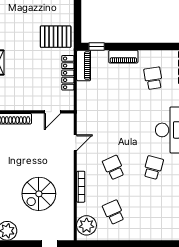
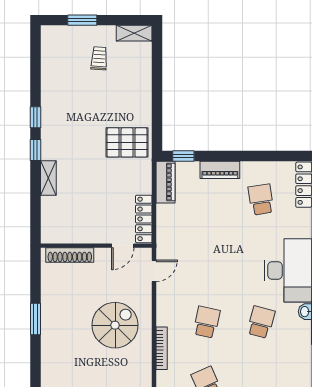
locker: (68, 73) -> (144, 219), moved
door: (75, 143) -> (154, 271), moved
school desk: (114, 168) -> (207, 322), turned 36
spiral stairs: (39, 194) -> (115, 325), moved, turned 180

